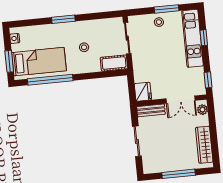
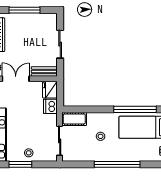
window: (63, 19) -> (117, 164), width x2.11
dishwasher: (141, 74) -> (50, 106), added

